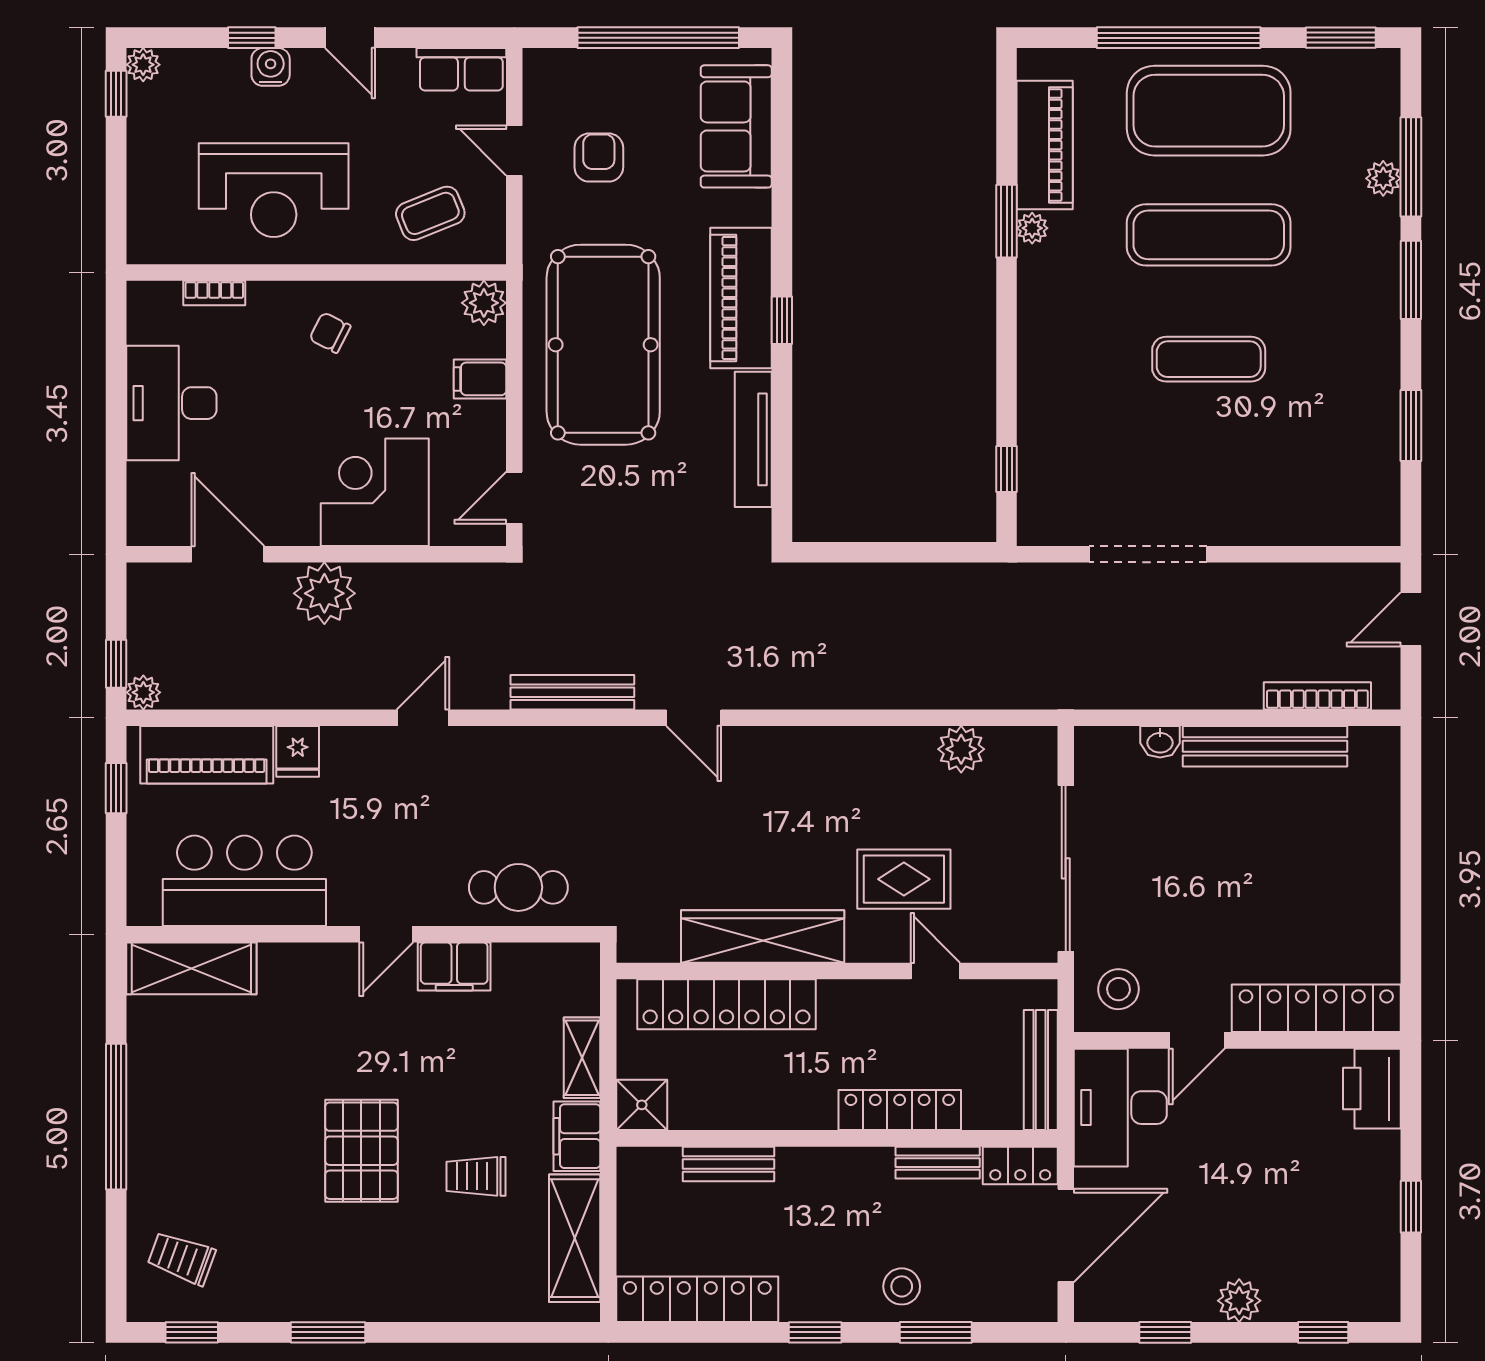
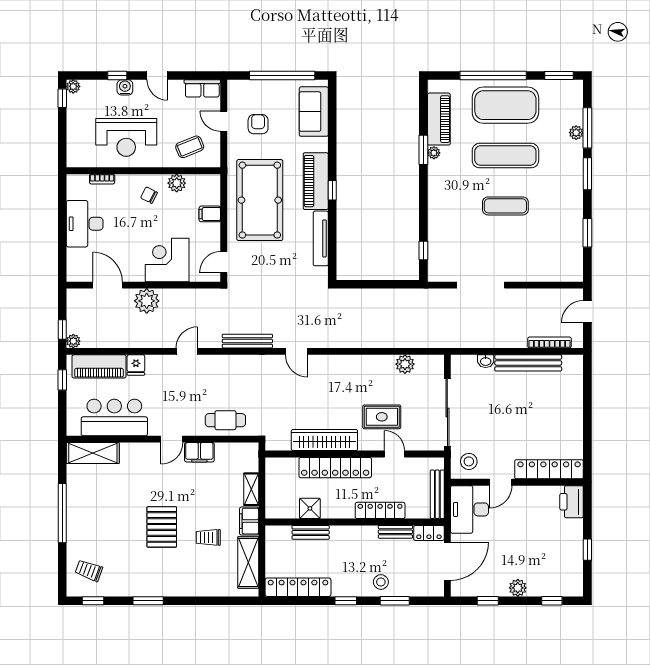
plant: (484, 303) -> (177, 183), moved
locker: (726, 1004) -> (335, 468), moved
shower: (642, 1105) -> (310, 508), moved

